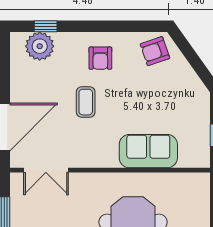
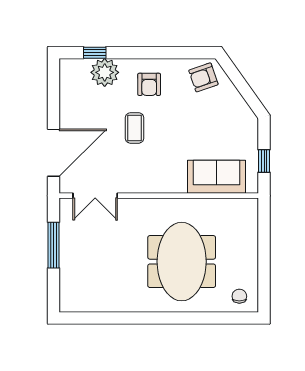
plant: (40, 46) -> (105, 72), moved
sofa: (148, 151) -> (216, 177), moved

